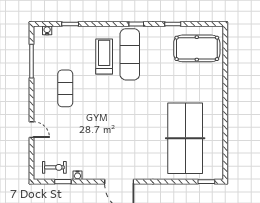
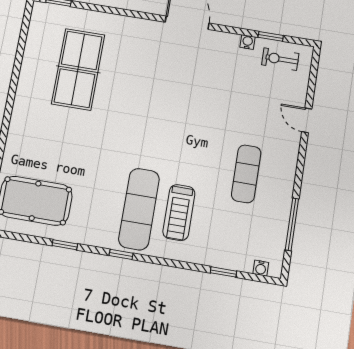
table tennis table: (185, 138) -> (78, 69), width x0.73, depth x0.76

